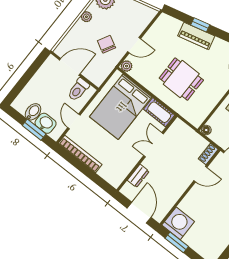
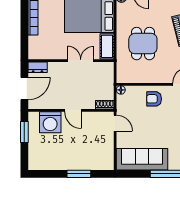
door: (200, 174) -> (73, 110), moved
dresser: (138, 176) -> (38, 67), moved
washing machine: (178, 223) -> (50, 122), moved, turned 90

